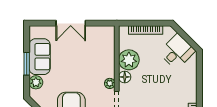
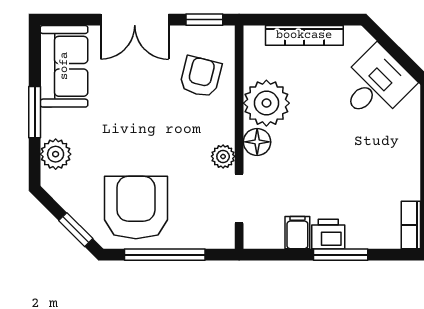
window: (102, 23) -> (204, 20), added
armchair: (100, 48) -> (201, 77), added
sofa: (40, 57) -> (64, 66), moved

